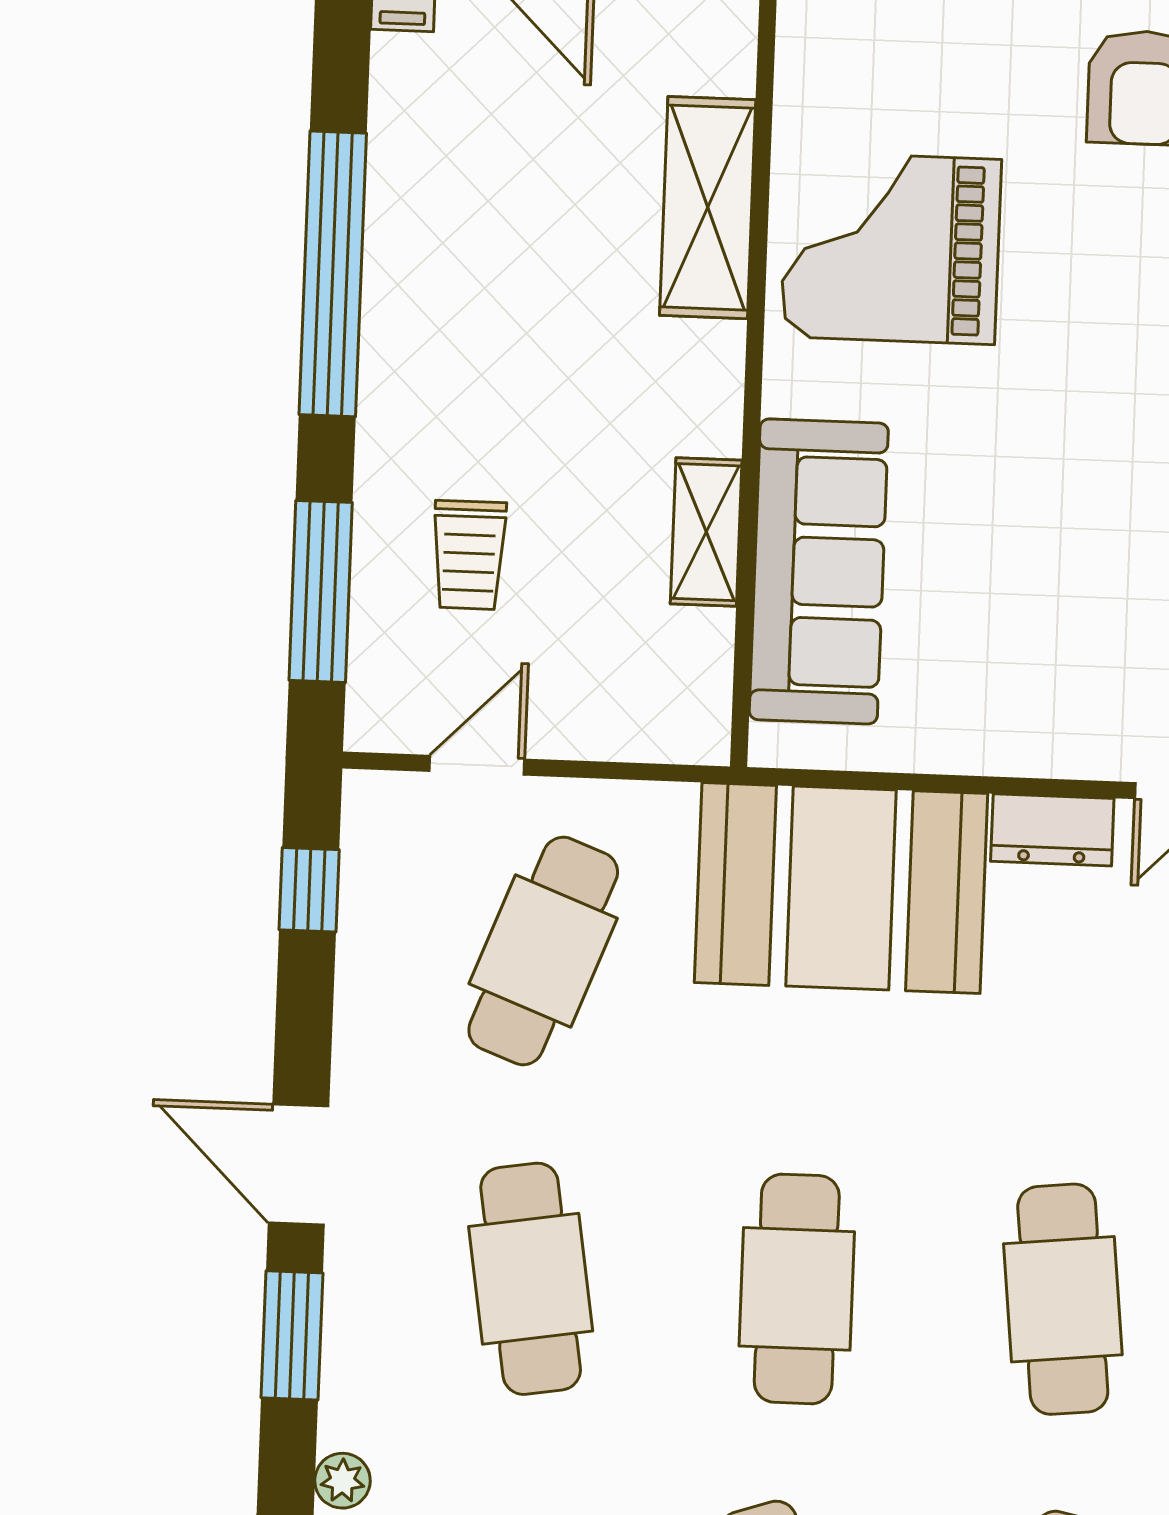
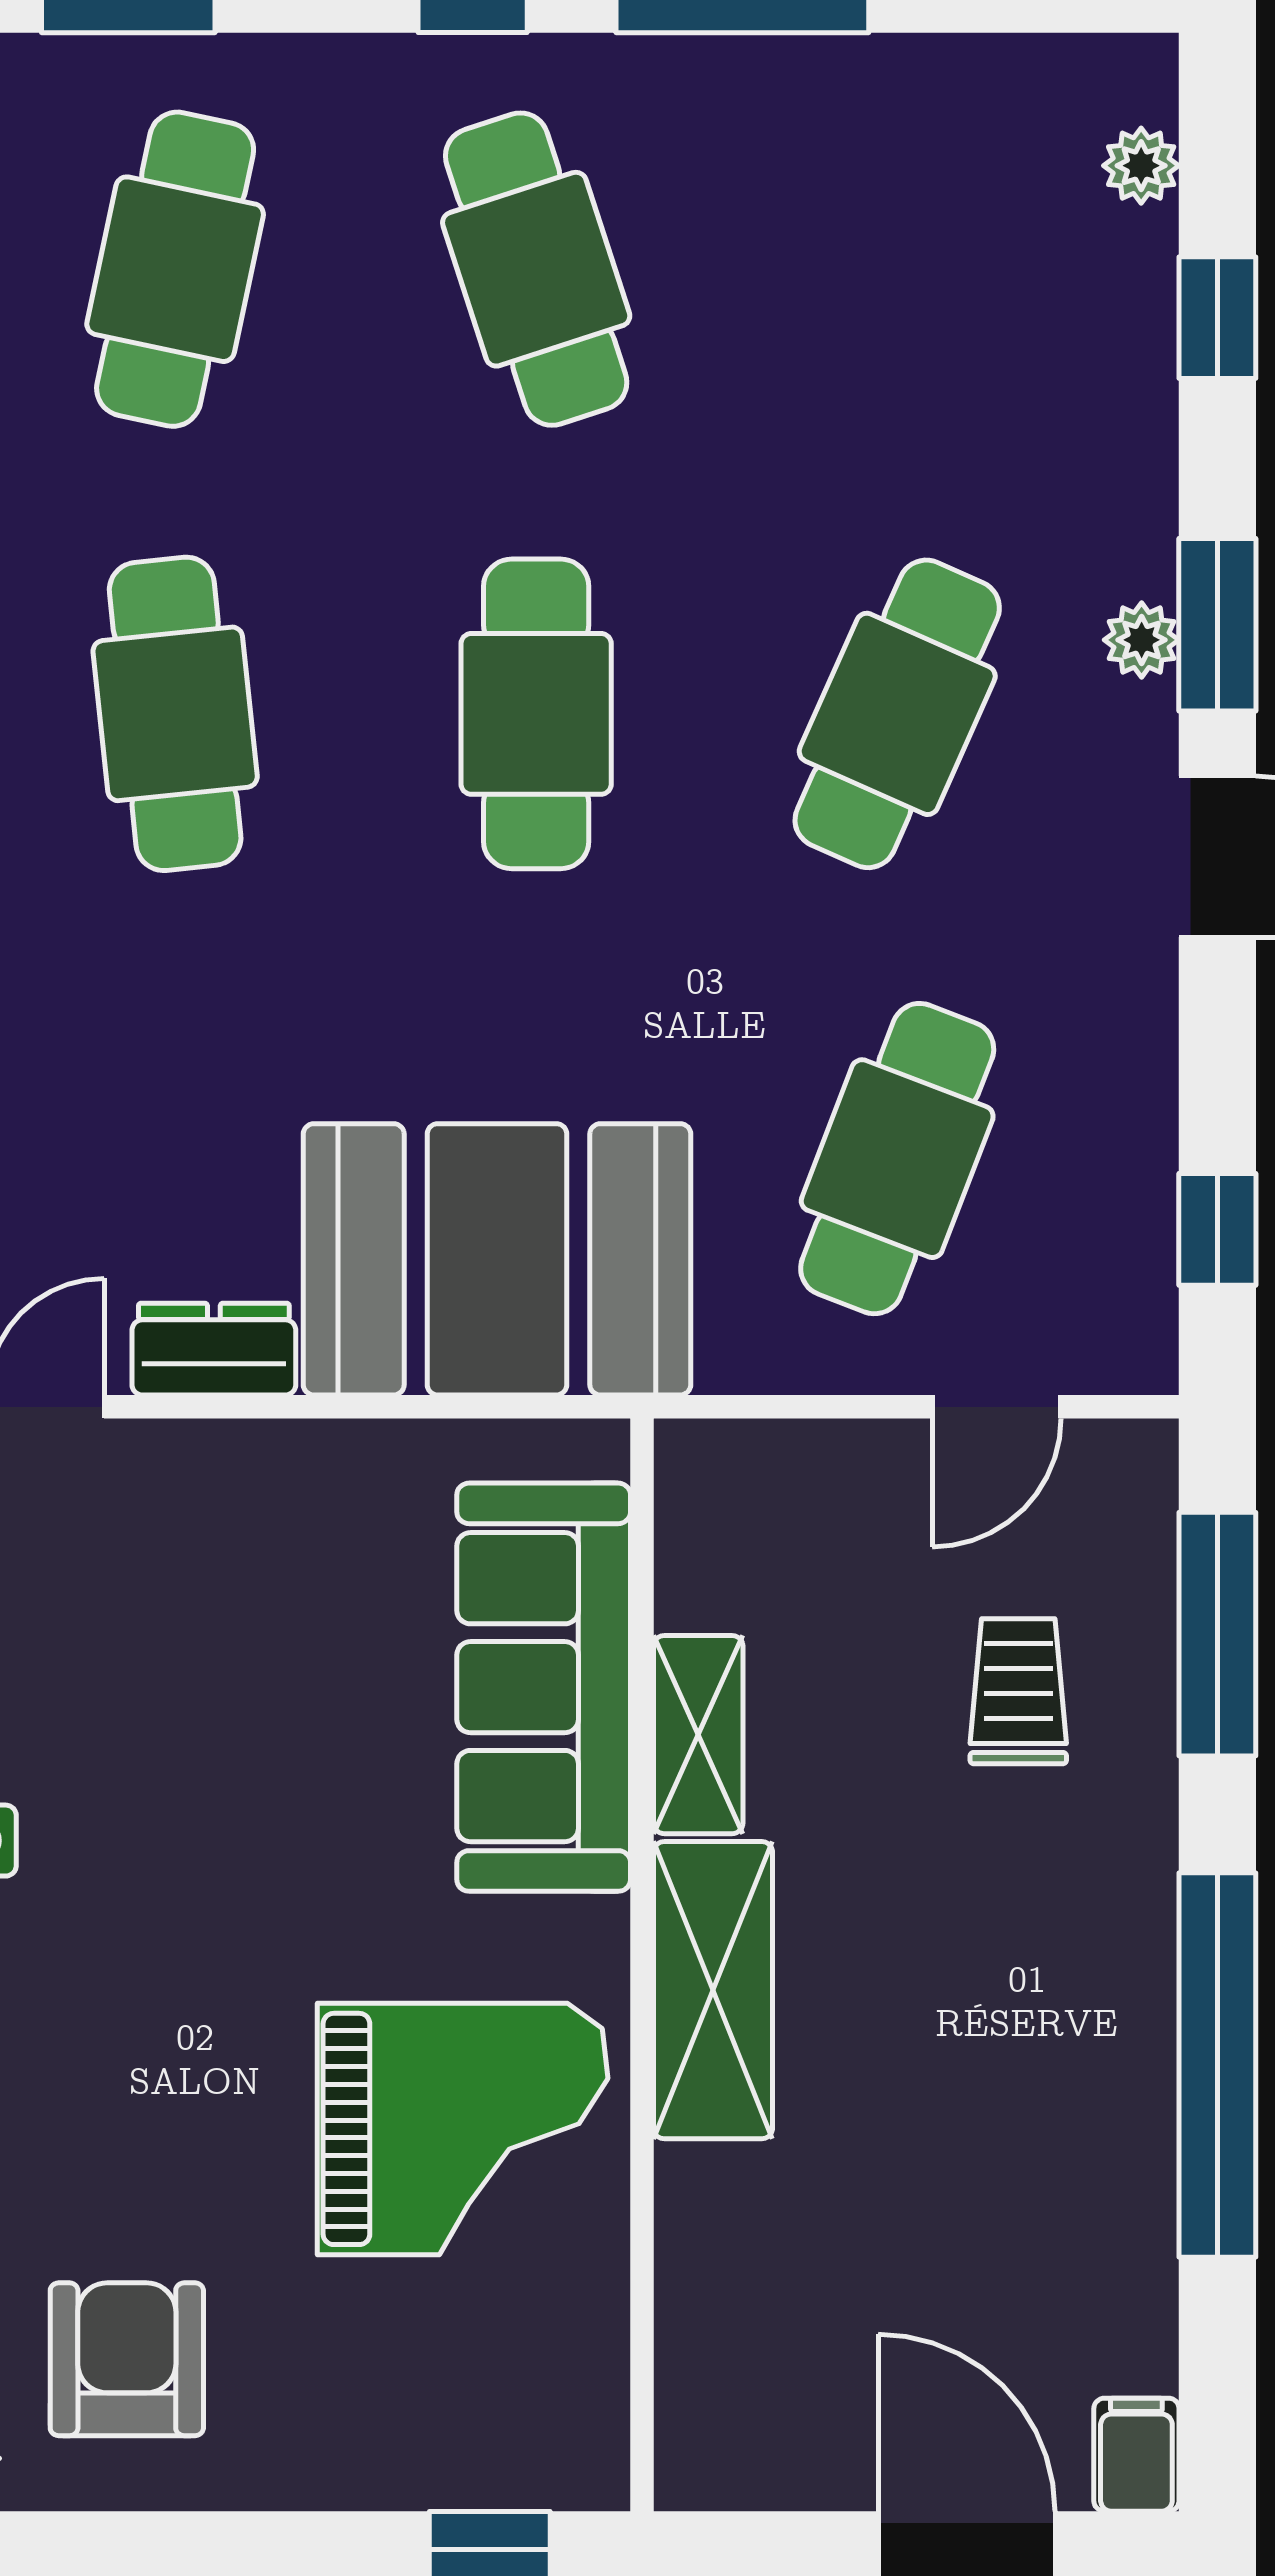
shelving: (708, 208) -> (713, 1990), moved
cafe table: (531, 1279) -> (897, 714), turned 33
plant: (342, 1481) -> (1142, 640), moved

